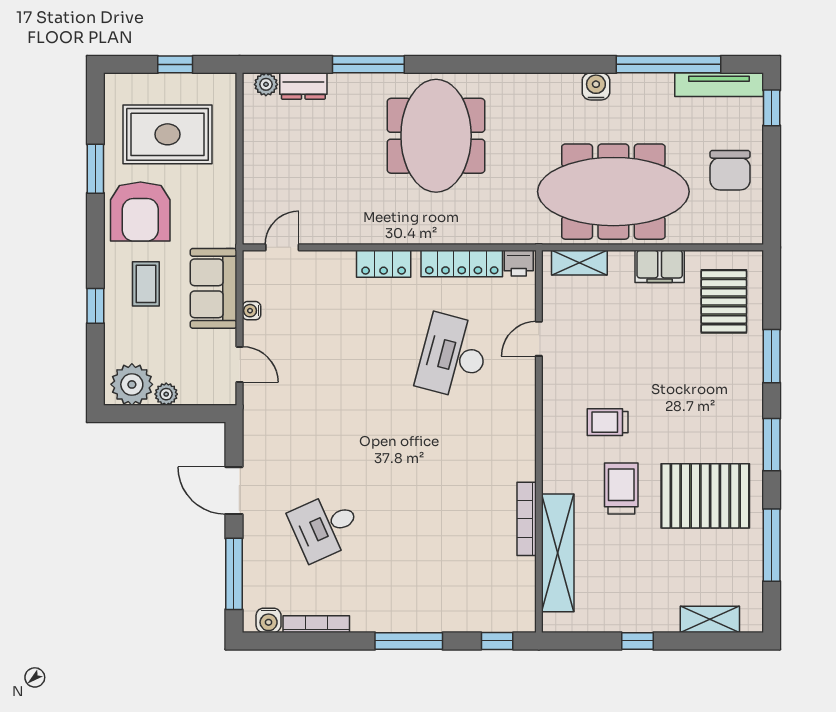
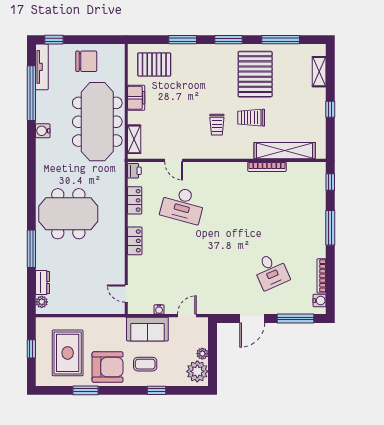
locker: (462, 264) -> (135, 200), width x0.66

